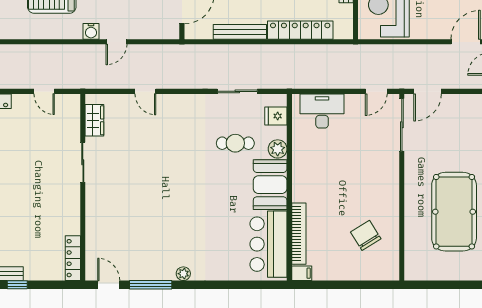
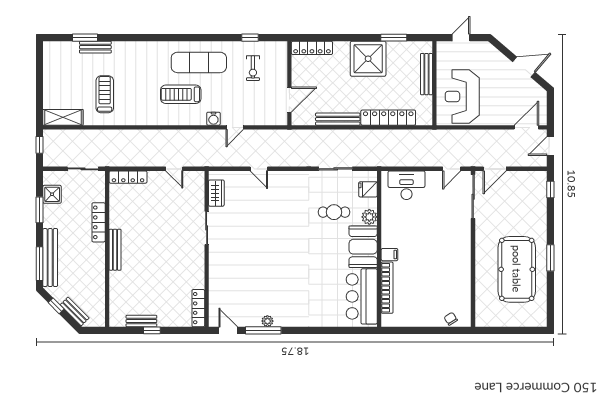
chair: (366, 235) -> (451, 319), moved, width x0.54, depth x0.54
filing cabinet: (302, 273) -> (389, 255), moved
plant: (183, 274) -> (267, 321), moved

